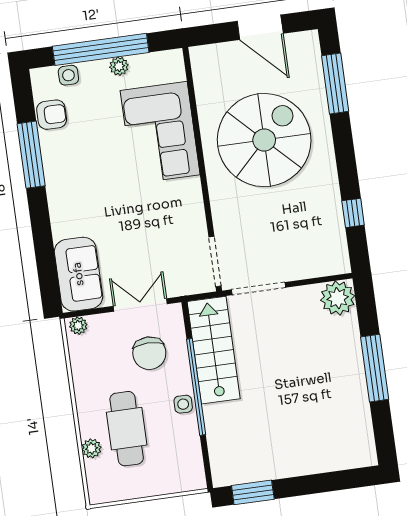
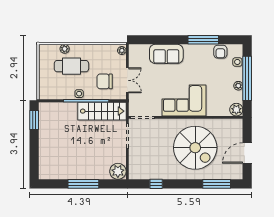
plant: (171, 63) -> (236, 110), added
corner sofa: (160, 133) -> (184, 100), moved
sofa: (78, 274) -> (166, 54), moved

